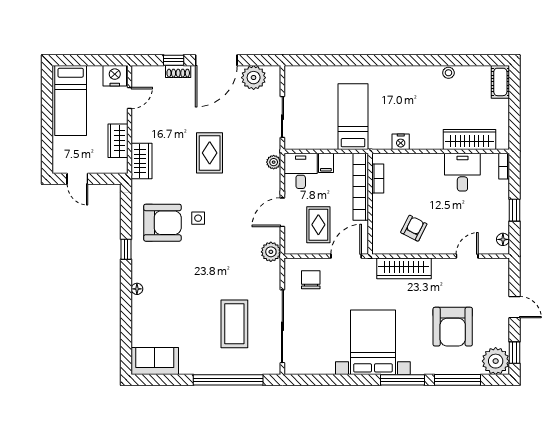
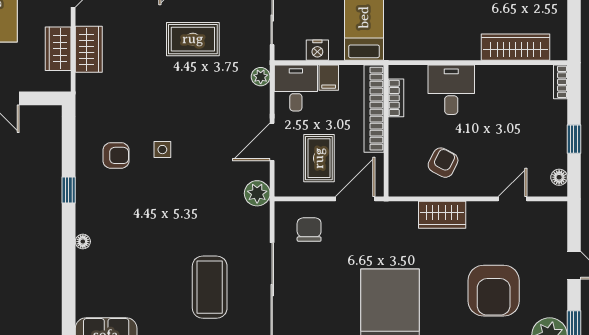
nightstand: (401, 142) -> (317, 50), moved
rug: (210, 153) -> (193, 39), moved, turned 90
wardrobe: (142, 161) -> (89, 49), moved
desk: (462, 172) -> (451, 90), moved
armchair: (162, 223) -> (116, 155), width x0.53, depth x0.53
wardrobe: (404, 268) -> (442, 215), width x0.67

